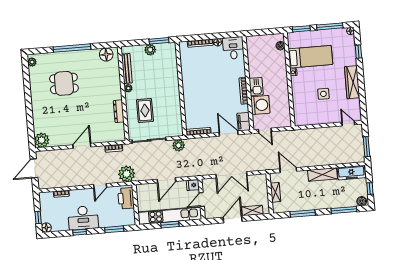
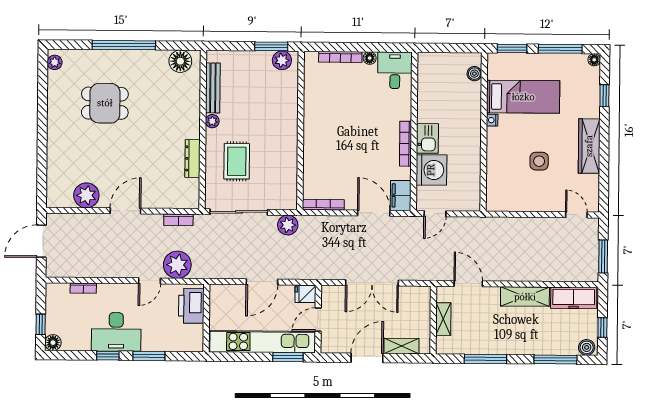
plant: (150, 50) -> (282, 60), moved
door: (265, 131) -> (435, 214), hinge flipped
plant: (42, 140) -> (86, 195), moved
plant: (127, 174) -> (177, 265), moved
window: (170, 225) -> (288, 357), moved
window: (114, 229) -> (149, 356), moved

